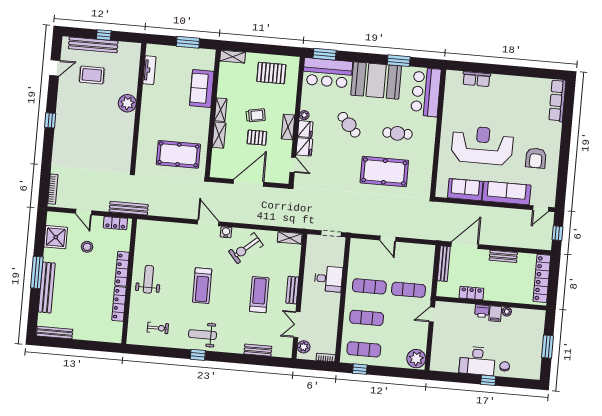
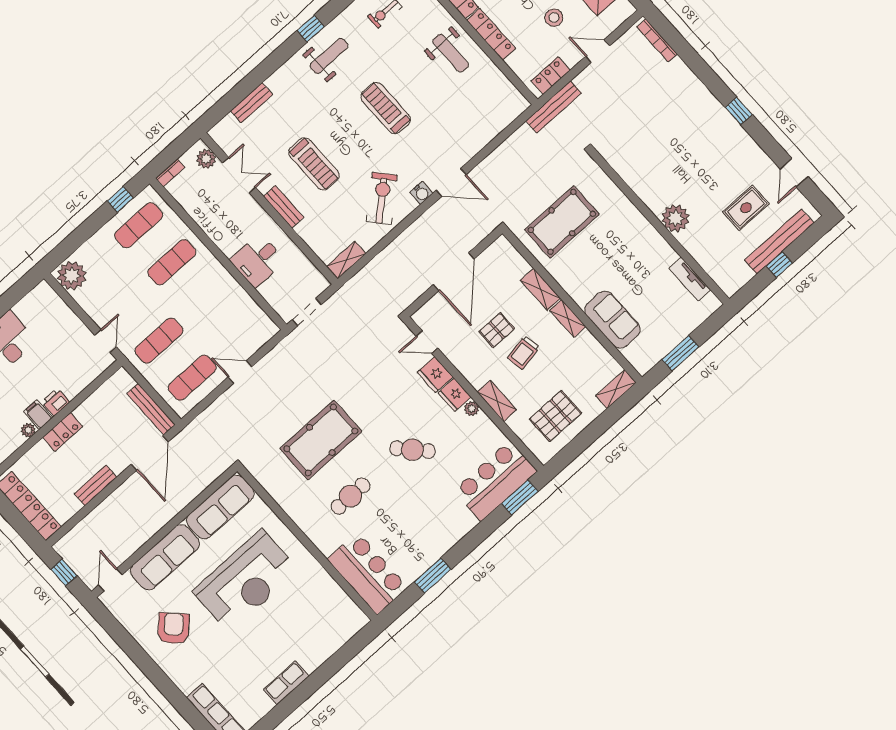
row of seats: (476, 79) -> (286, 683), moved
booth: (376, 80) -> (434, 528), removed
shelving: (288, 127) -> (497, 401), moved
armchair: (536, 158) -> (173, 628), turned 45
sofa: (465, 190) -> (220, 507), width x1.36
exercise mat: (369, 286) -> (192, 378), moved
locker: (471, 293) -> (63, 432), moved

